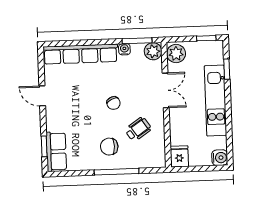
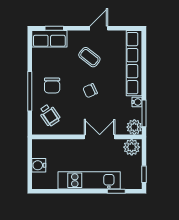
double door: (166, 90) -> (100, 137), swing flipped
coffee table: (75, 105) -> (89, 57), added
wheelchair: (138, 129) -> (49, 115), moved
chair: (109, 147) -> (52, 85), turned 180
fridge: (179, 156) -> (41, 147), removed
water cooler: (220, 158) -> (39, 165), moved, turned 90

